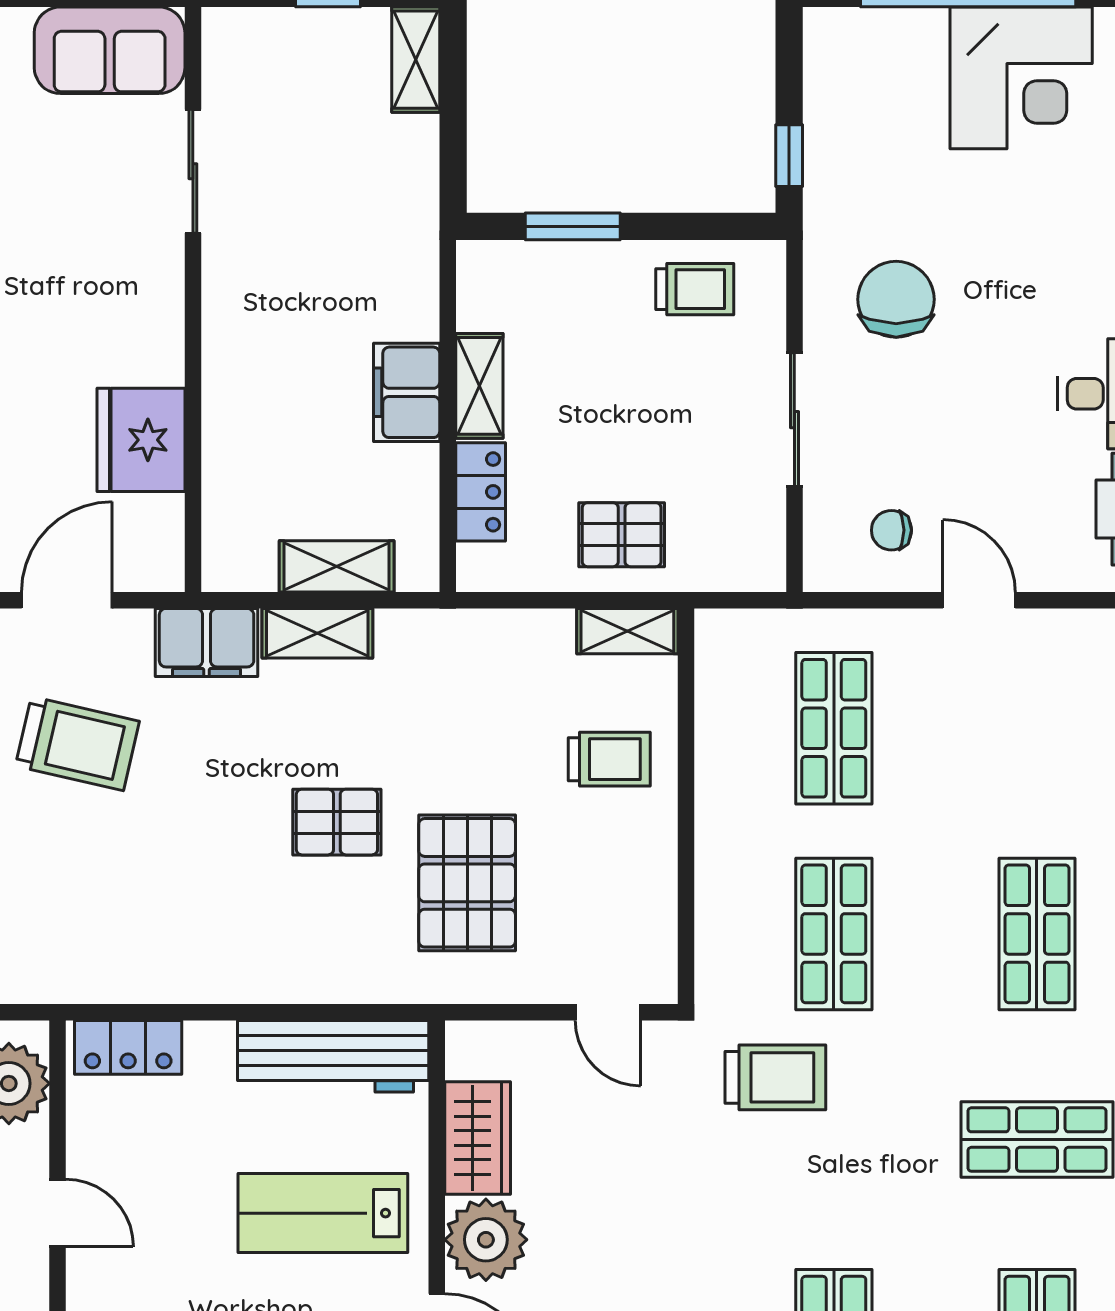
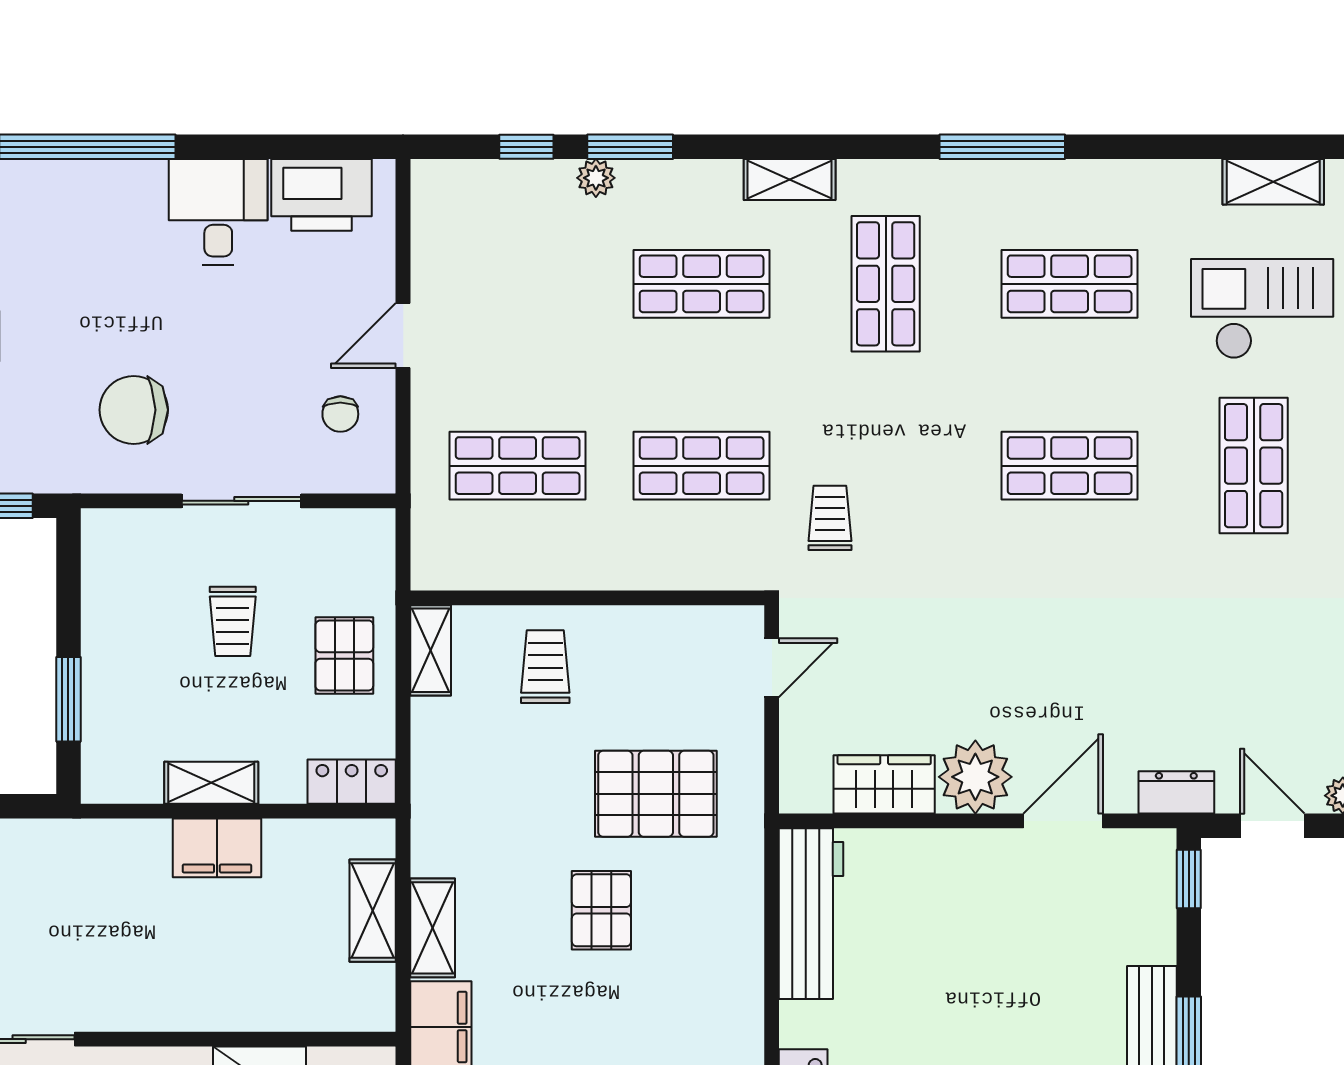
trolley: (695, 289) -> (233, 621), moved, turned 180
locker: (481, 492) -> (352, 782), moved
trolley: (775, 1077) -> (830, 518), width x0.73, depth x0.72
lab bench: (323, 1213) -> (951, 923), removed

